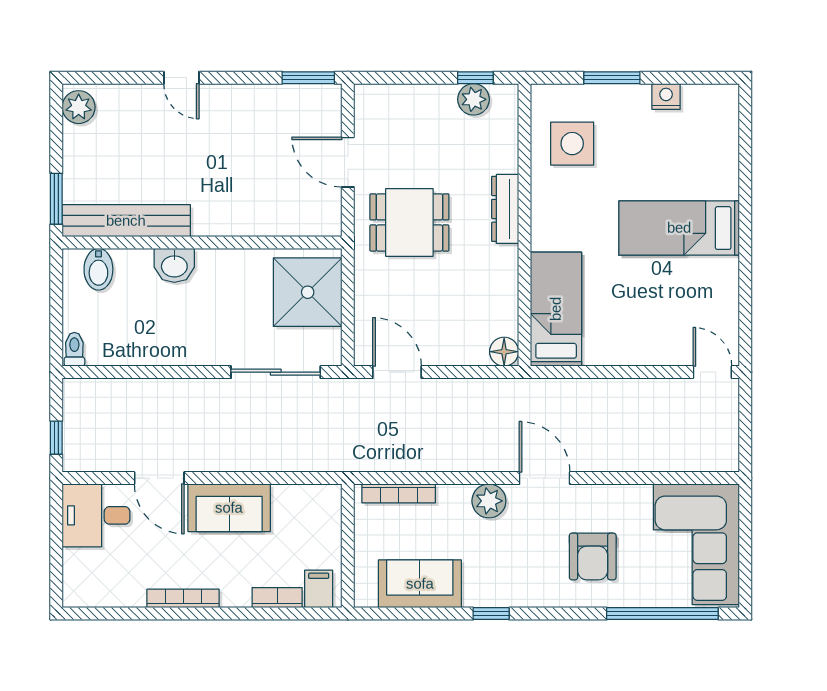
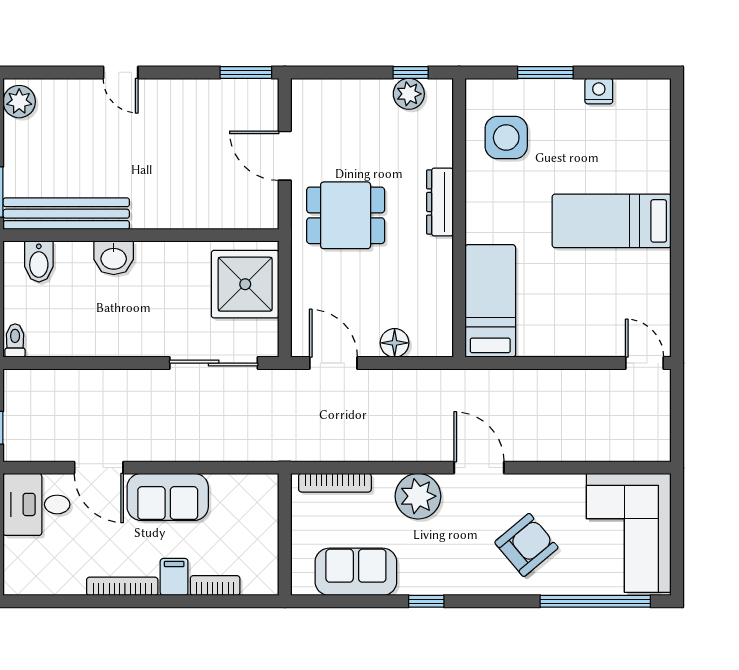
floor lamp: (504, 352) -> (395, 343), moved
plant: (489, 501) -> (418, 496), width x1.36, depth x1.36
armchair: (593, 556) -> (526, 545), turned -130
filing cabinet: (319, 589) -> (174, 577), moved

